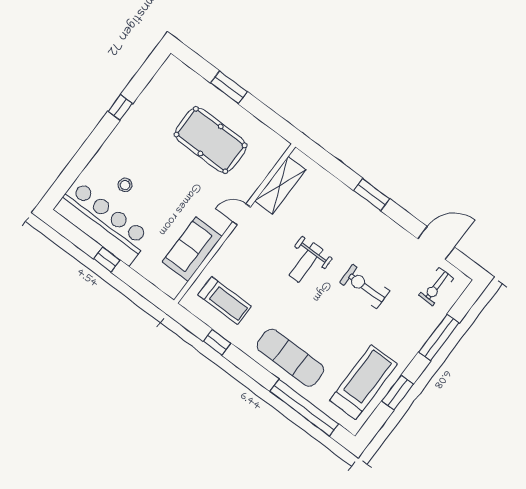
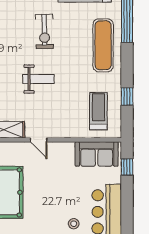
sofa: (192, 249) -> (97, 154), moved
window: (107, 260) -> (127, 167), moved
exercise bike: (365, 287) -> (44, 31), moved

